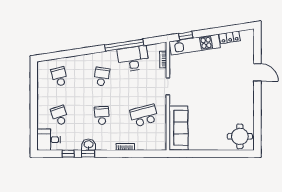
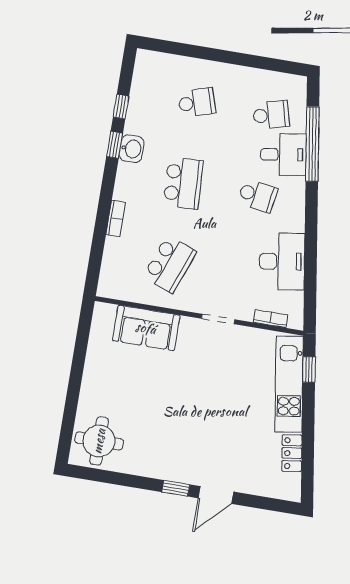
window: (124, 45) -> (312, 144), moved
window: (257, 93) -> (176, 488), added
school desk: (102, 115) -> (183, 183), width x1.85
school desk: (144, 115) -> (170, 264), turned 36
sofa: (178, 128) -> (146, 328), width x0.73
desk: (49, 140) -> (283, 154), moved, turned 81

